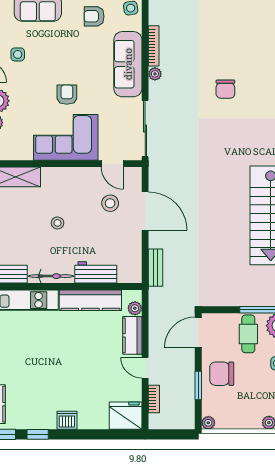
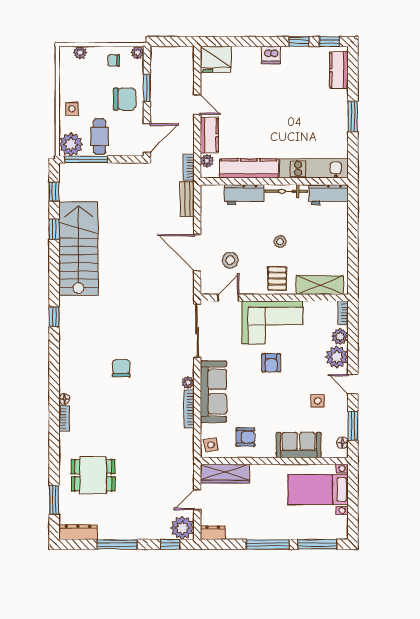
door: (112, 164) -> (228, 298), hinge flipped
pallet: (61, 184) -> (277, 278), added
bookcase: (154, 399) -> (189, 167), moved
chair: (233, 414) -> (114, 60), added

